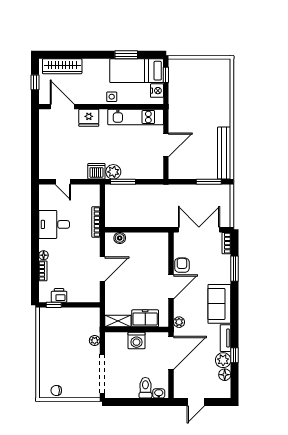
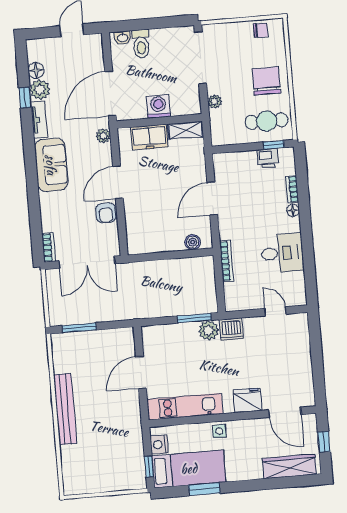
bench: (224, 153) -> (65, 409), moved
window: (235, 269) -> (35, 214), removed
cafe table: (57, 323) -> (267, 121), added
chair: (55, 352) -> (266, 81), added

